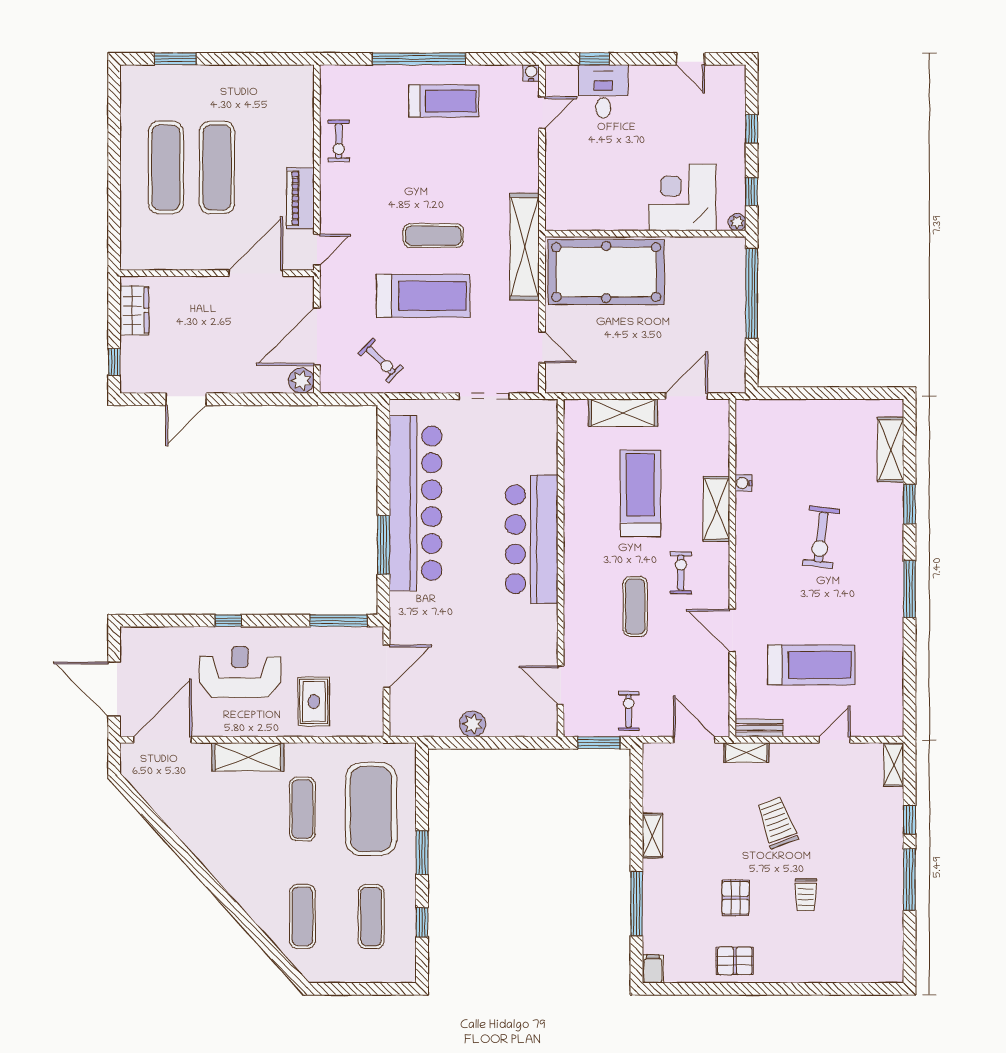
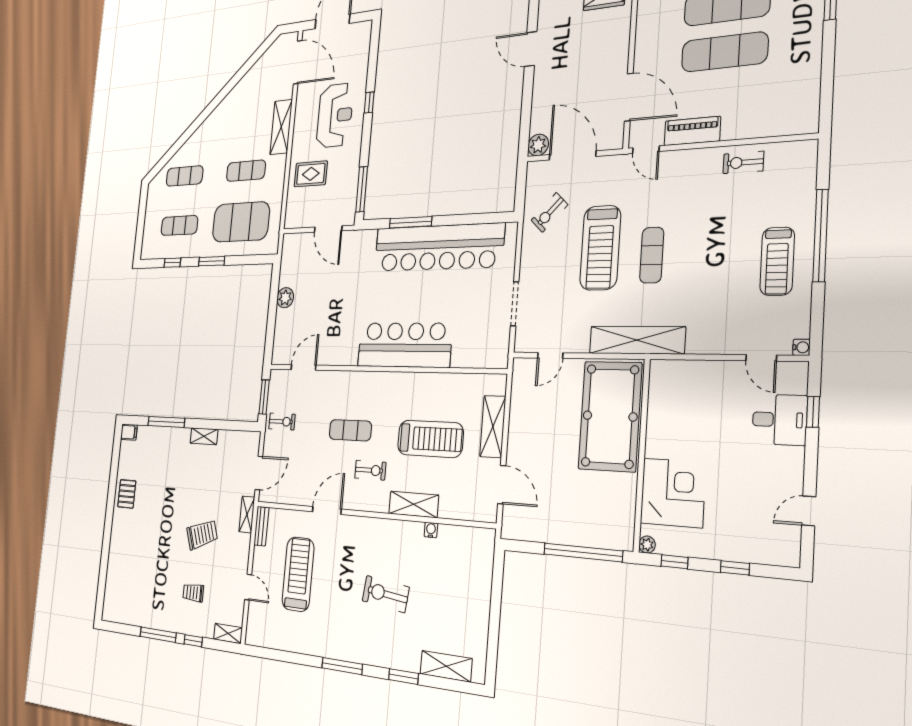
treadmill: (811, 665) -> (298, 574), turned 180
trolley: (806, 895) -> (193, 593), moved
pallet: (736, 898) -> (162, 498), removed

